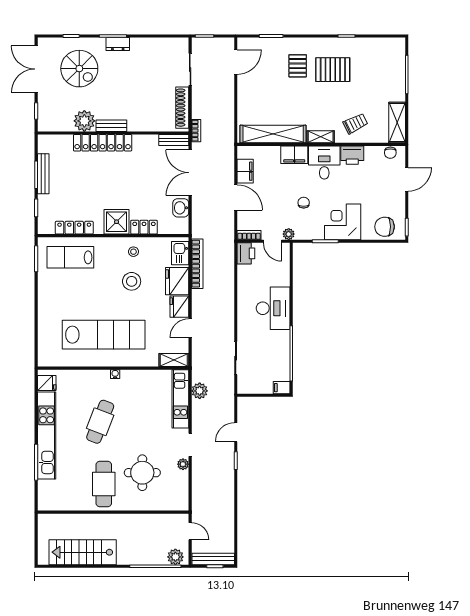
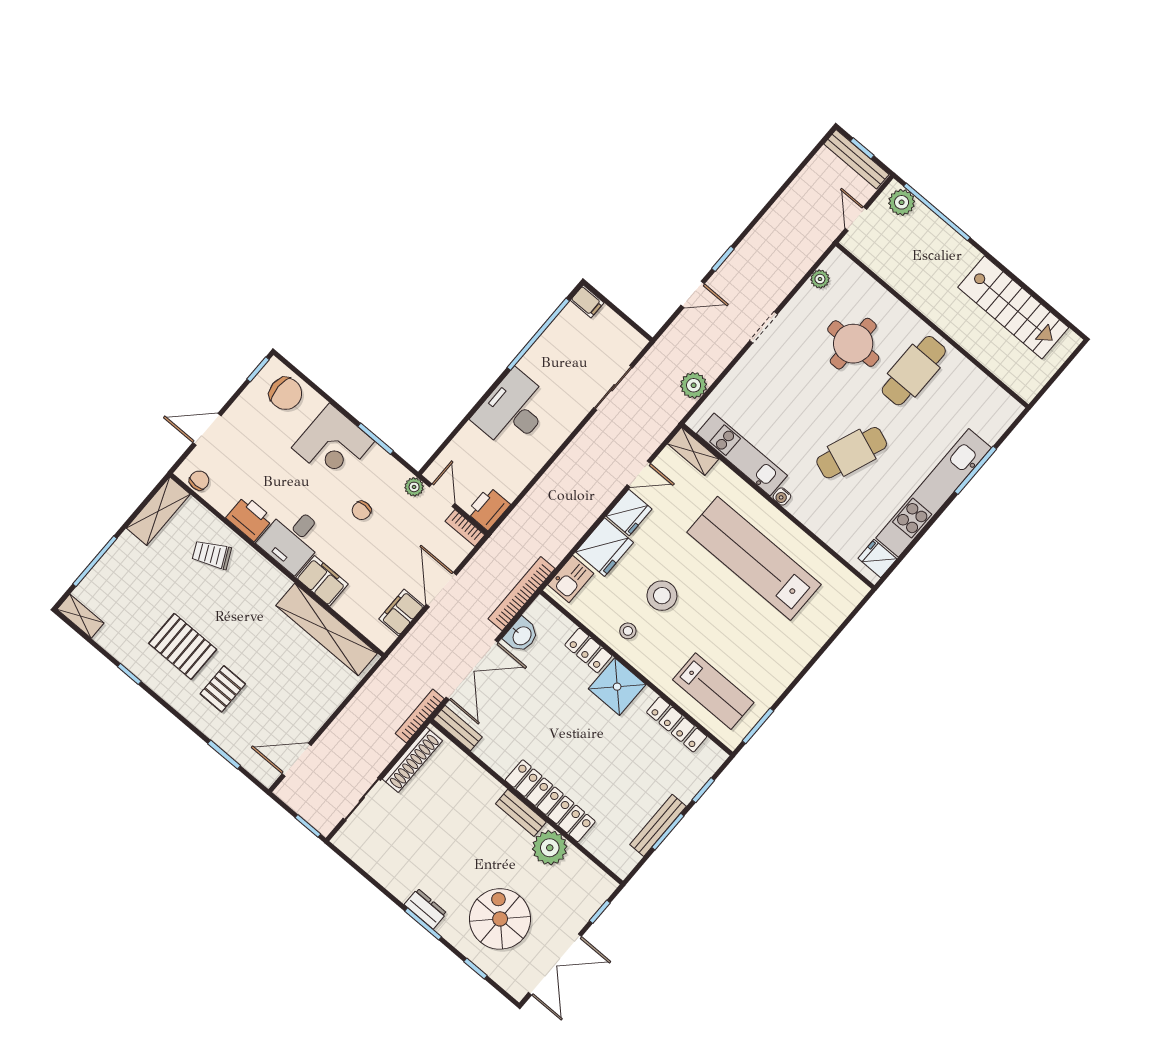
bookcase: (196, 131) -> (420, 716), width x1.56
shelving: (321, 137) -> (81, 616), moved
bookcase: (197, 264) -> (522, 594), moved
kitchen unit: (180, 399) -> (742, 455), moved, turned -90
plant: (183, 464) -> (820, 279), moved

